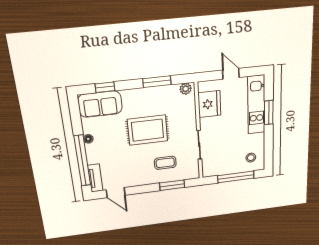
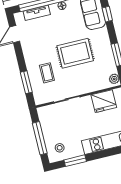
window: (269, 113) -> (75, 161), moved
rug: (148, 130) -> (75, 53), turned 90
tv unit: (95, 178) -> (37, 13), moved

